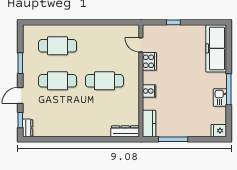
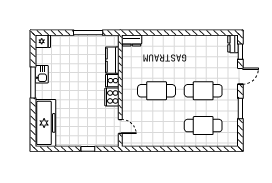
cooker: (149, 61) -> (112, 97), moved
kitchen counter: (149, 124) -> (112, 60), moved
dresser: (125, 131) -> (132, 41), width x0.70

